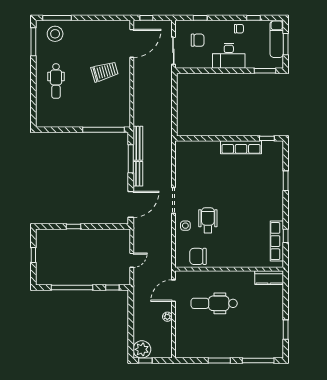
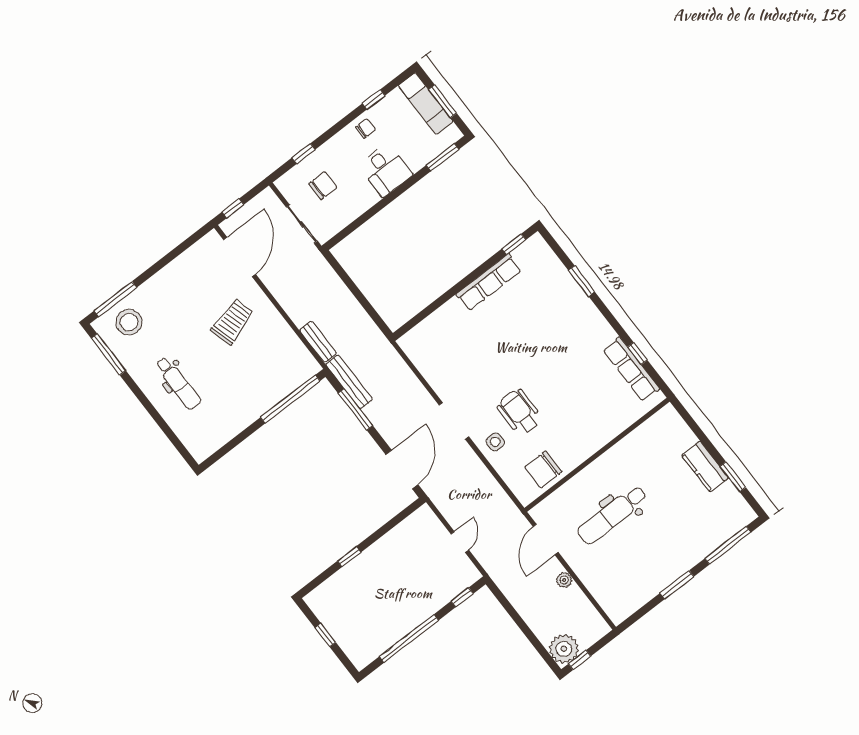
desk: (229, 56) -> (385, 170), width x0.73
bench: (138, 174) -> (318, 342), moved
kitchen counter: (269, 278) -> (705, 466), moved, turned 90

